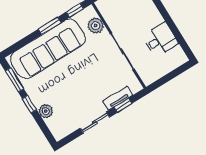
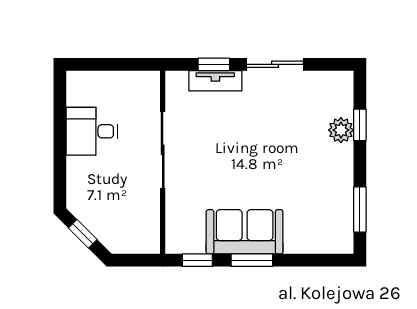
plant: (96, 26) -> (180, 216), removed
sofa: (48, 49) -> (245, 232), width x0.54, depth x0.79
window: (29, 104) -> (360, 125), moved

